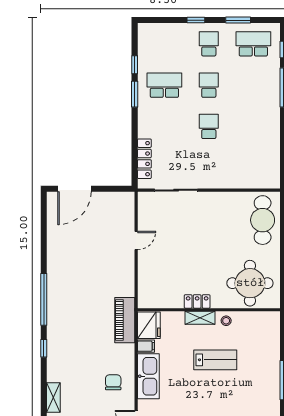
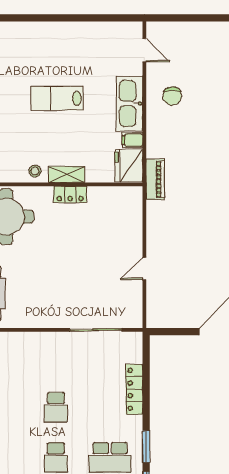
locker: (144, 159) -> (134, 389), moved
piano: (125, 320) -> (155, 179), width x0.73, depth x0.75
lab bench: (215, 360) -> (57, 98), moved

